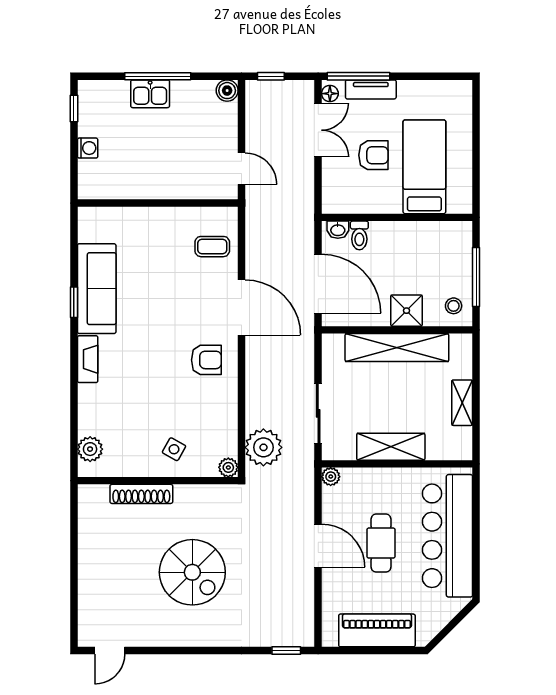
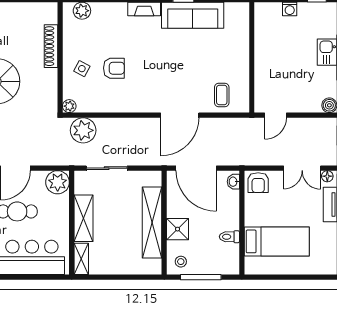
armchair: (373, 155) -> (258, 183), moved
toilet: (359, 235) -> (229, 237), moved
door: (318, 284) -> (196, 168), hinge flipped
armchair: (206, 360) -> (114, 68), moved, turned -90
shelving: (462, 403) -> (81, 259), moved, turned 90
plant: (331, 477) -> (58, 182), width x1.87, depth x1.87

